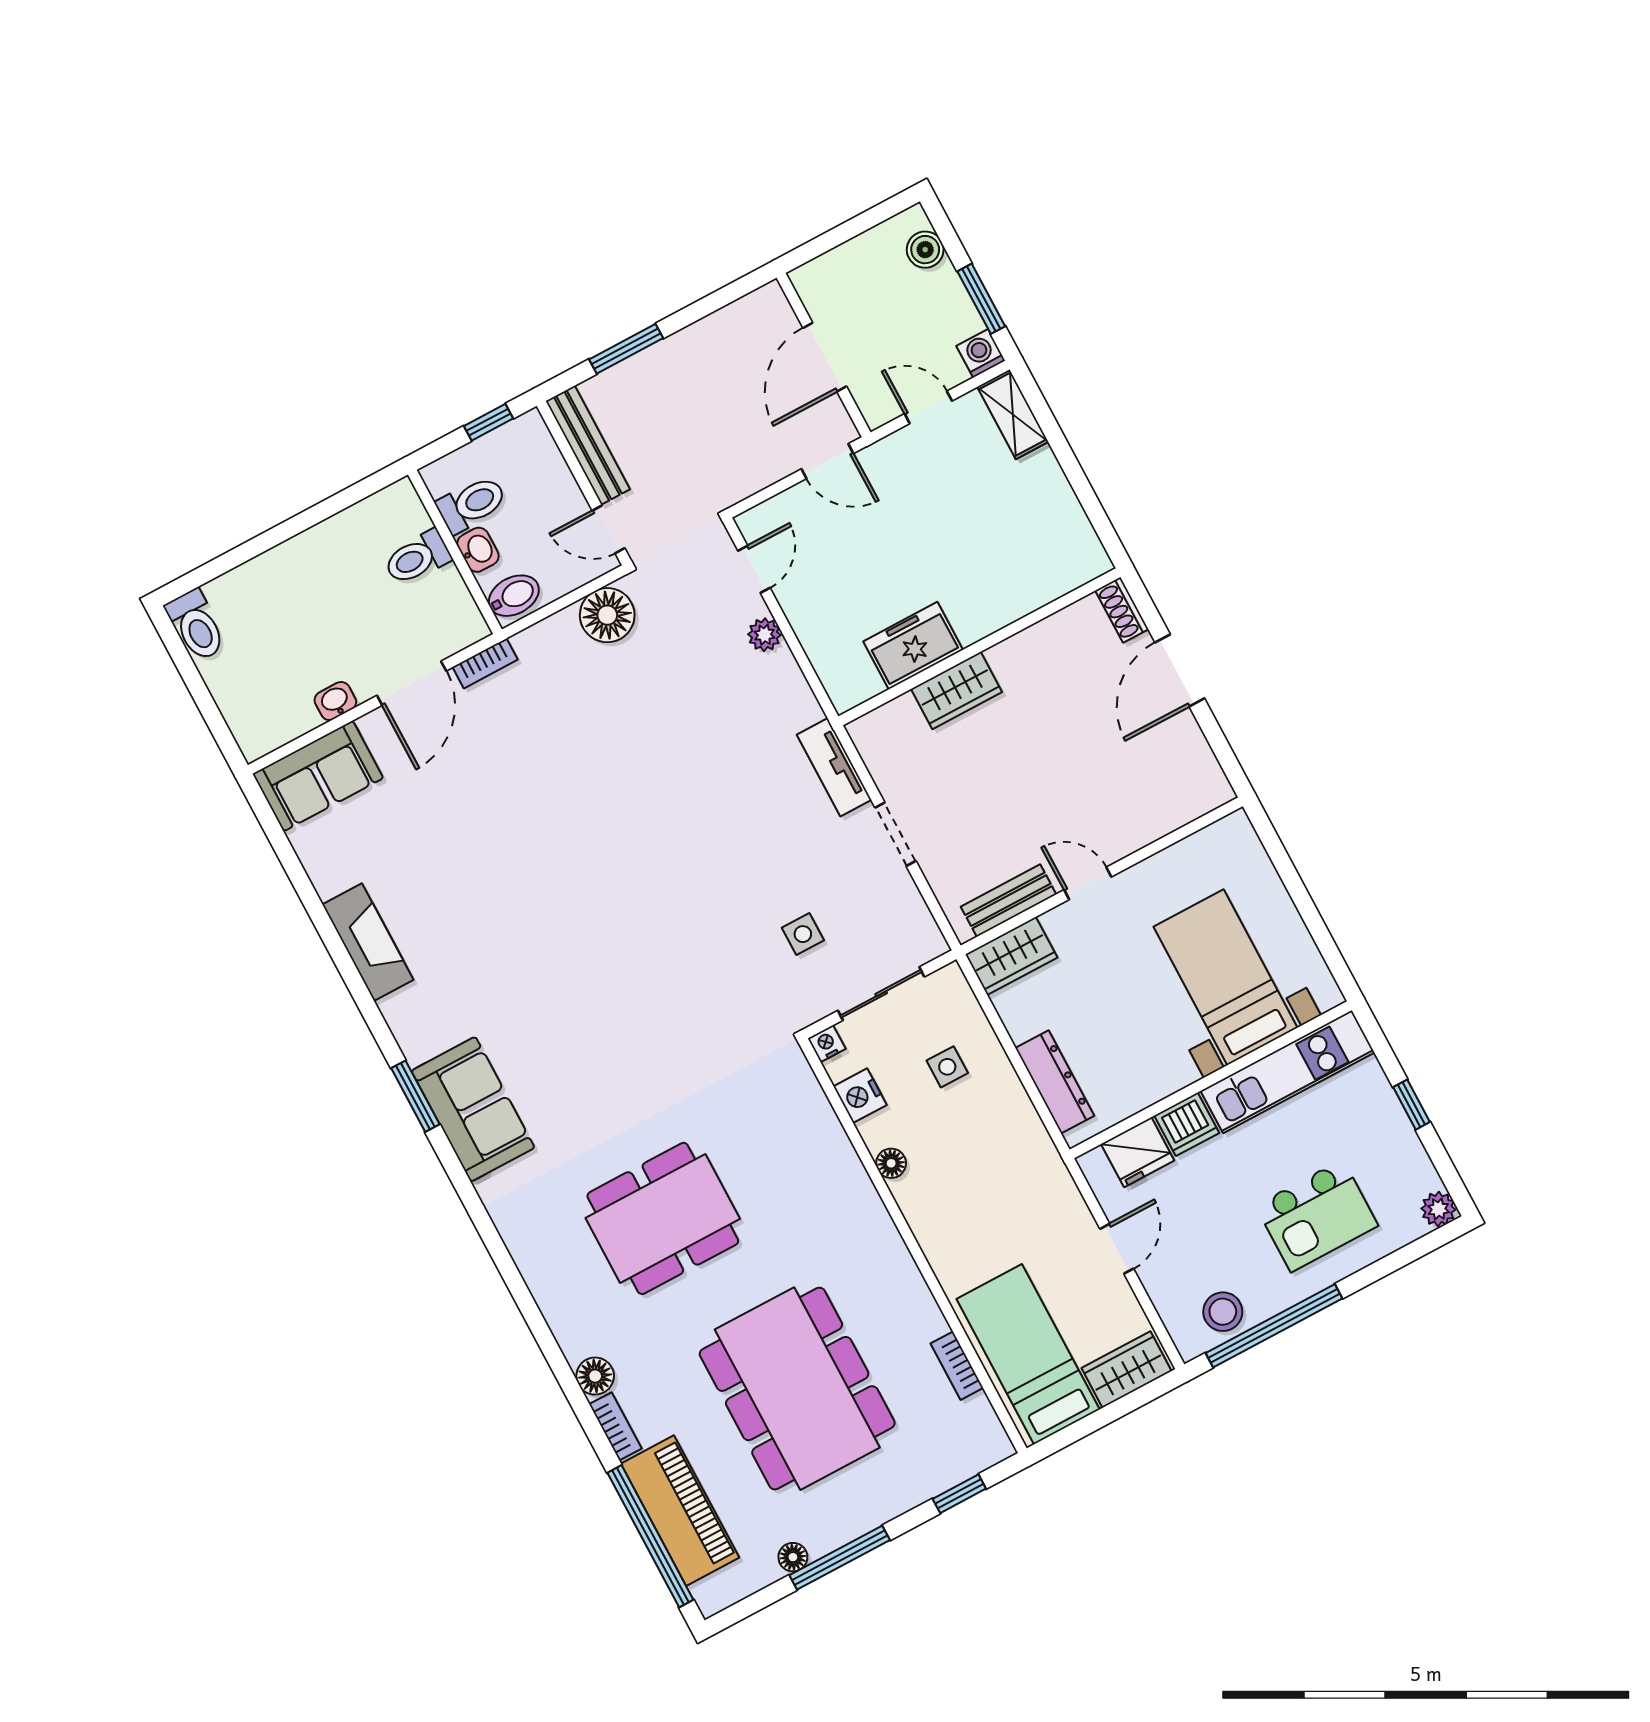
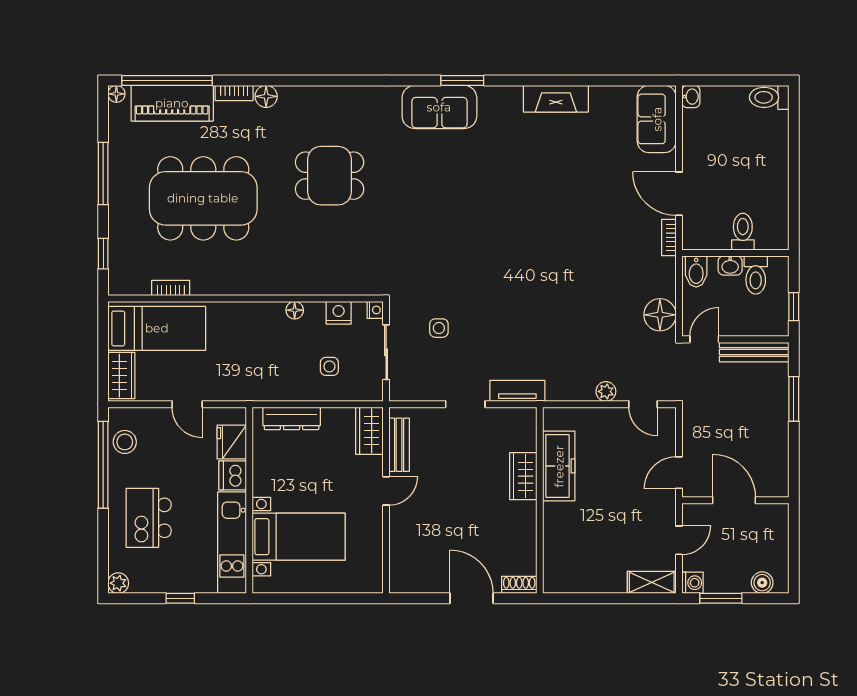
freezer: (913, 646) -> (559, 466), width x1.40
washbasin: (335, 701) -> (691, 97), moved
dining table: (663, 1218) -> (330, 176), width x0.73
floor lamp: (793, 1557) -> (116, 94), moved

